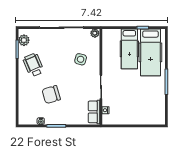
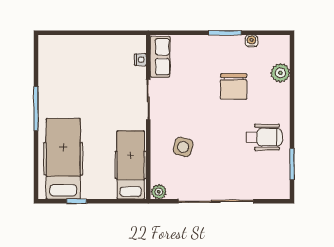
plant: (24, 40) -> (280, 73), moved
hospital bed: (129, 49) -> (131, 165), moved
wheelchair: (33, 65) -> (264, 137), turned -67
chair: (51, 95) -> (234, 86), turned 106

